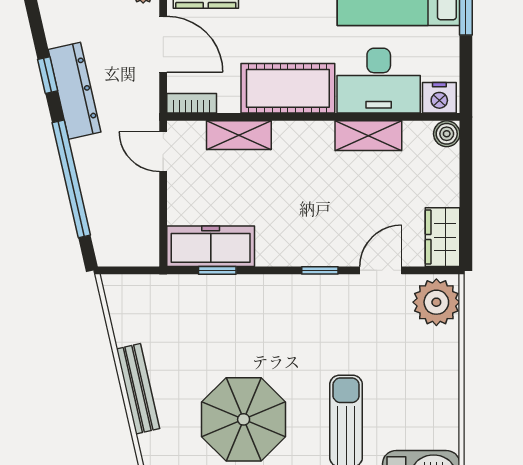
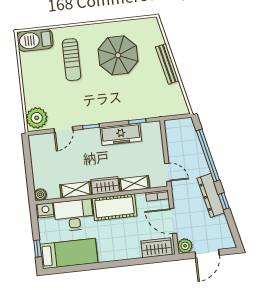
wardrobe: (443, 237) -> (105, 186), moved, turned -90
freezer: (211, 246) -> (121, 134), moved

